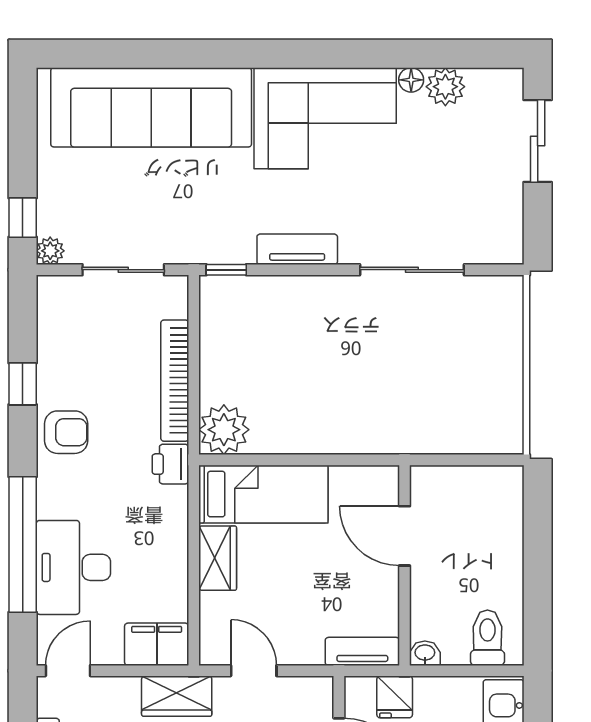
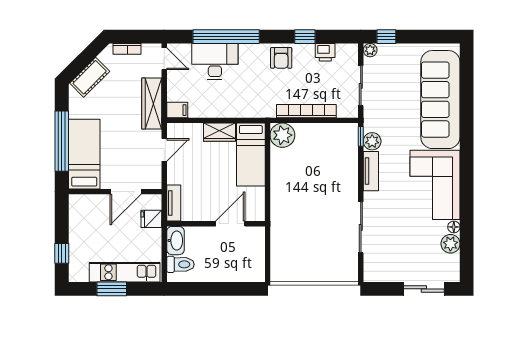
plant: (236, 247) -> (372, 141), added
printer: (170, 464) -> (325, 52), moved, turned 180
filing cabinet: (157, 644) -> (177, 110), width x0.50
washbasin: (425, 653) -> (175, 241), width x1.91, depth x1.45
wardrobe: (177, 696) -> (152, 103), width x1.50

